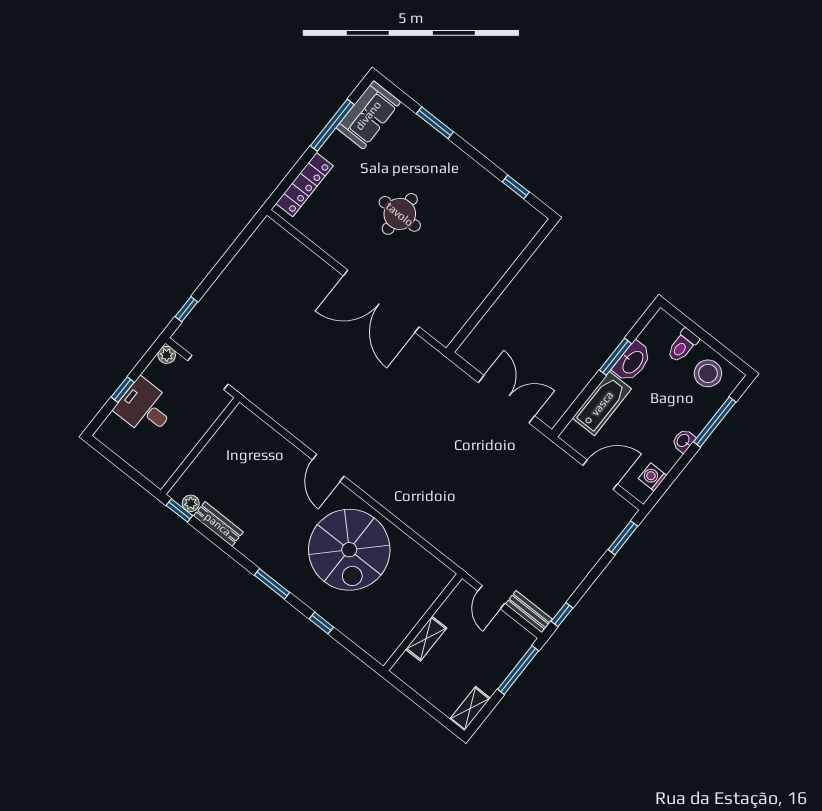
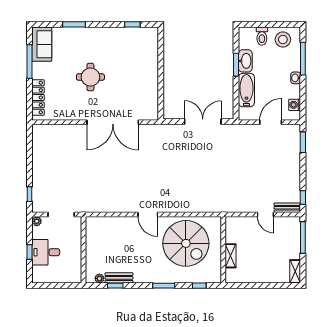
window: (179, 510) -> (115, 286), moved
wall: (423, 622) -> (223, 250), moved
shelving: (426, 639) -> (231, 256), moved

